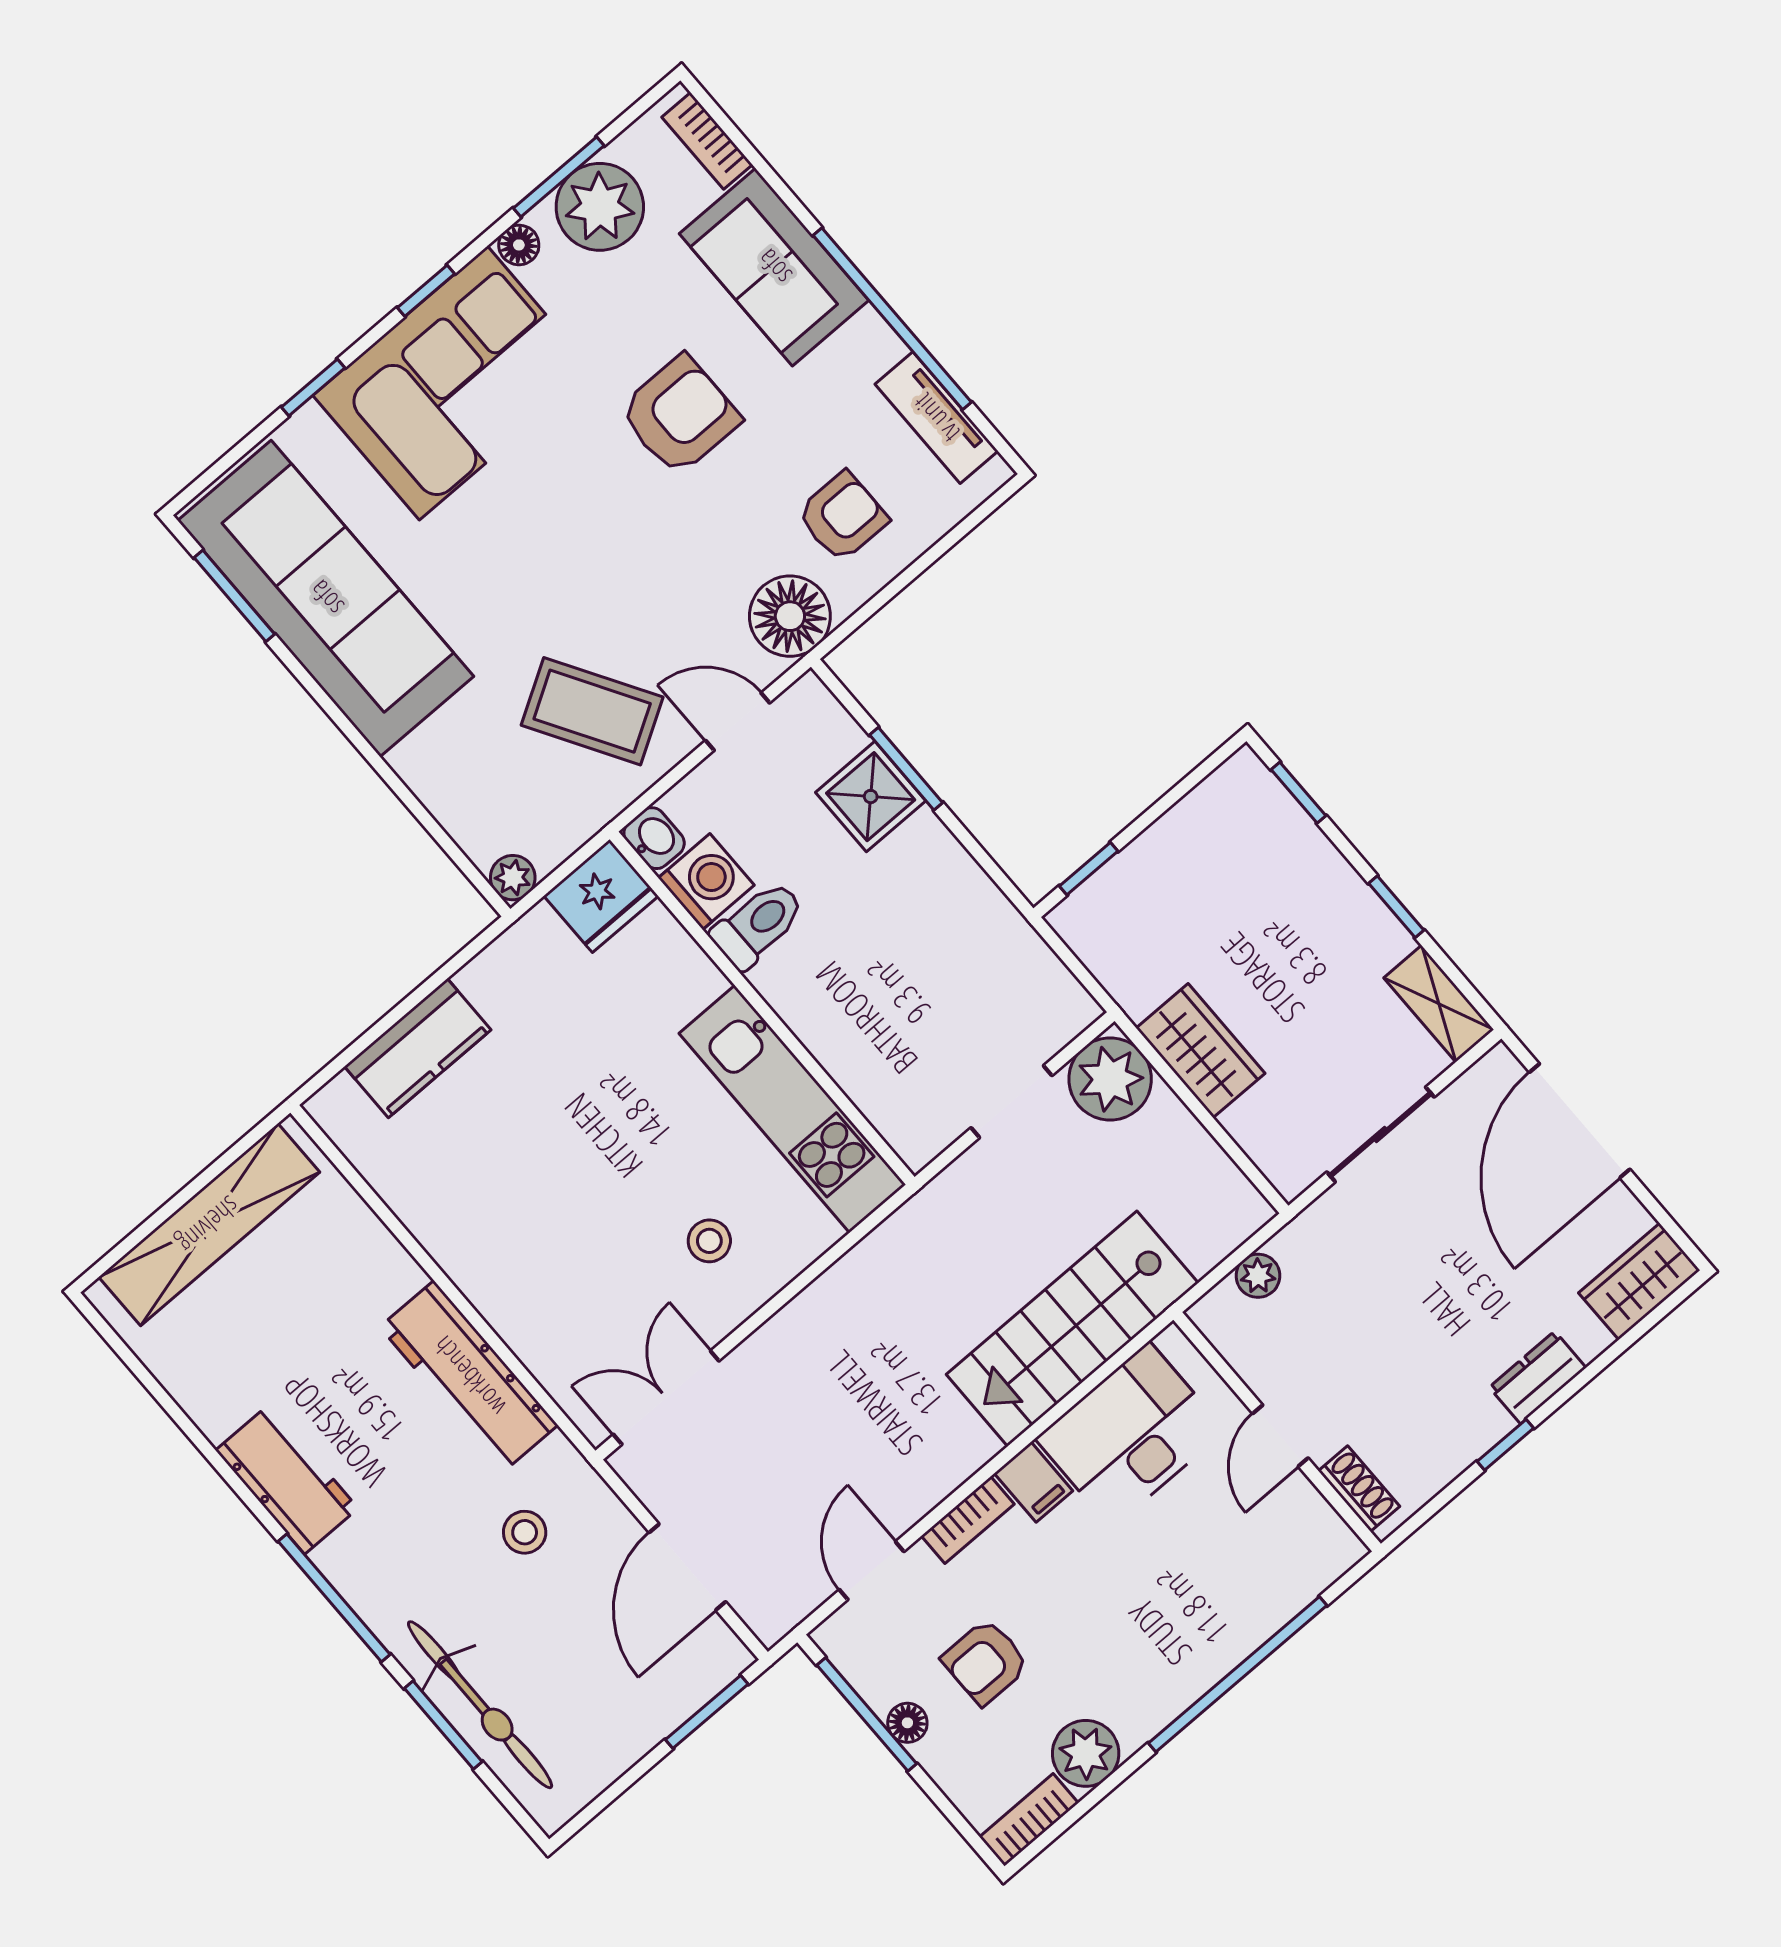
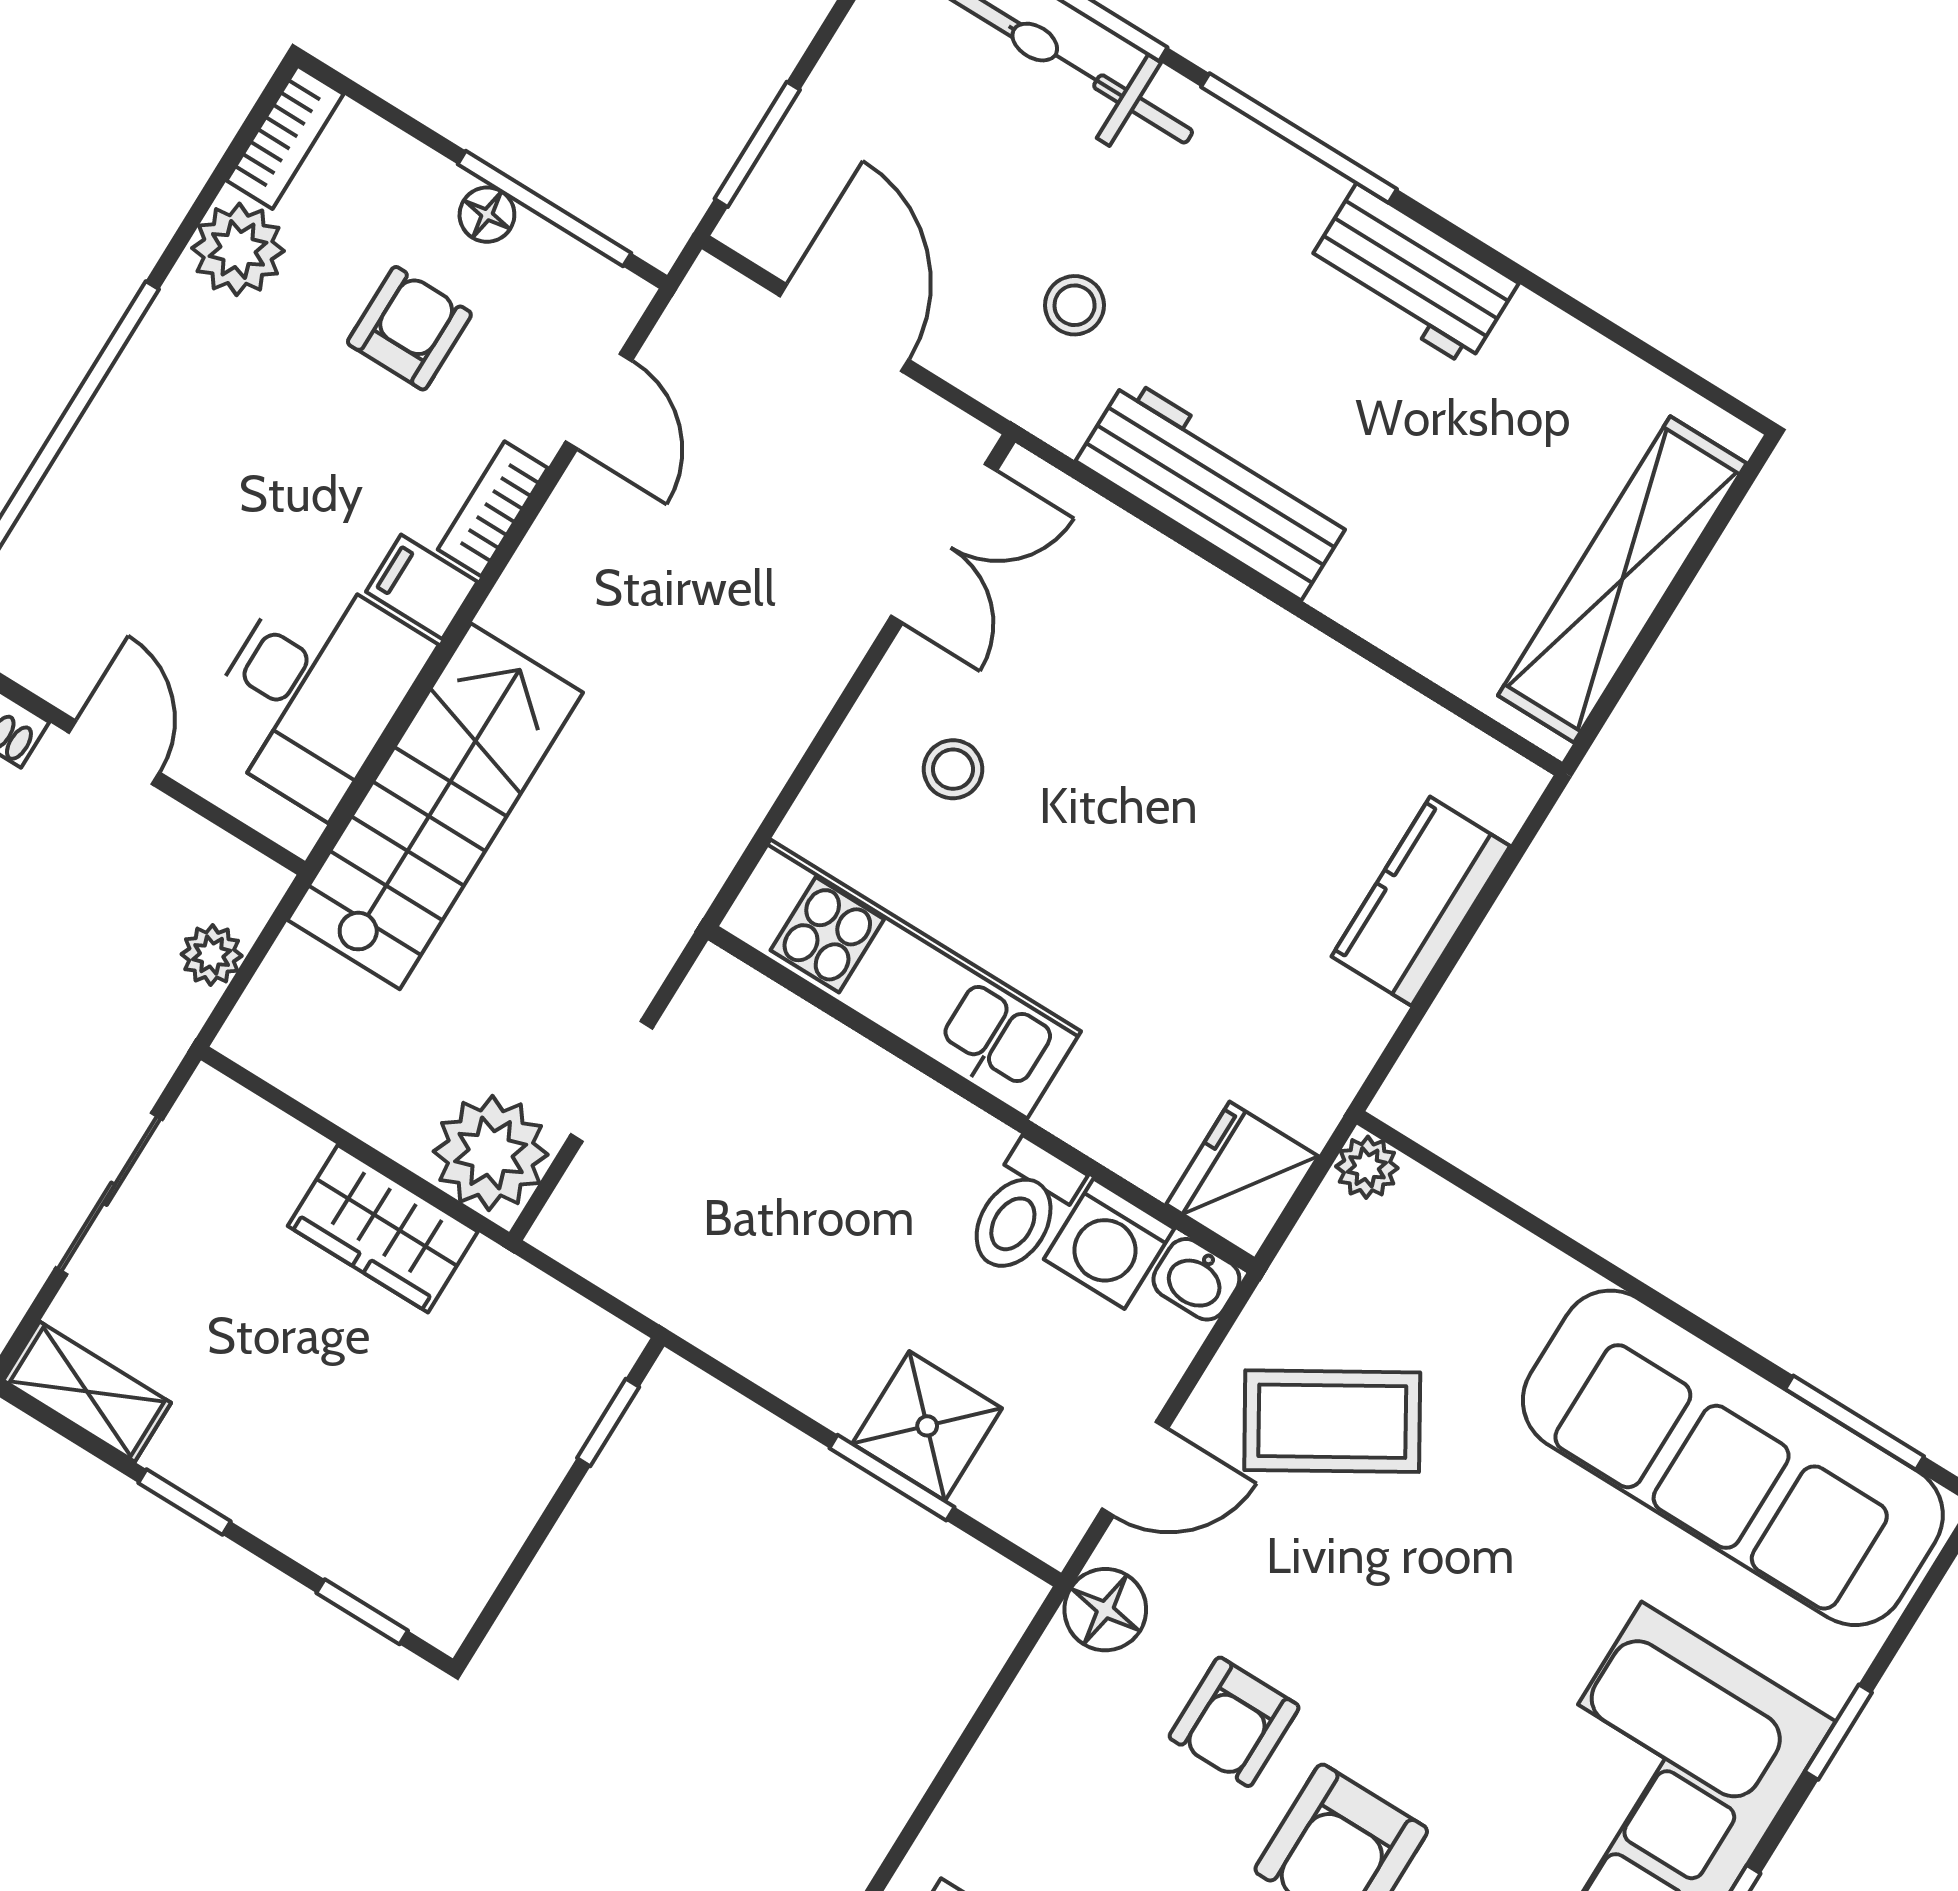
armchair: (842, 517) -> (1234, 1722), moved
floor lamp: (790, 616) -> (1105, 1610), width x0.73, depth x0.73

